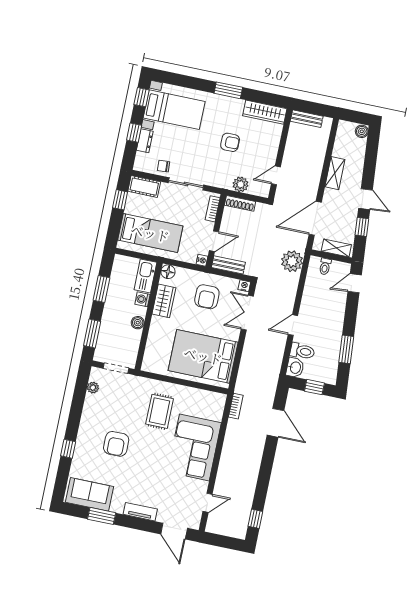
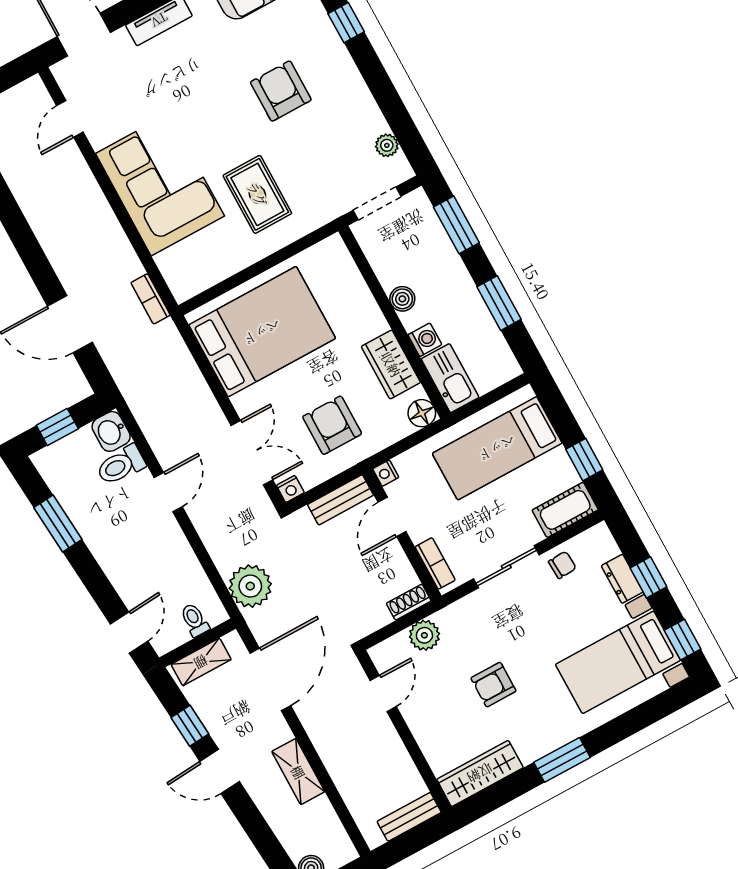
shoe rack: (240, 203) -> (409, 602), width x0.70

